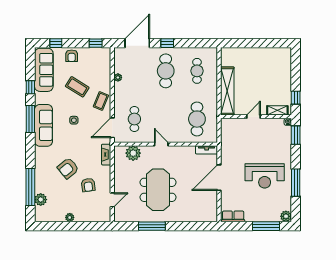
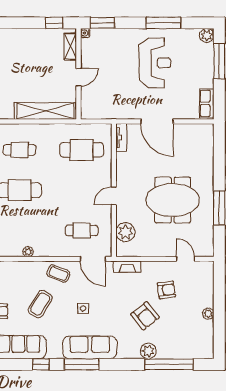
door: (254, 117) -> (78, 77), swing flipped
plant: (41, 200) -> (148, 351), moved

